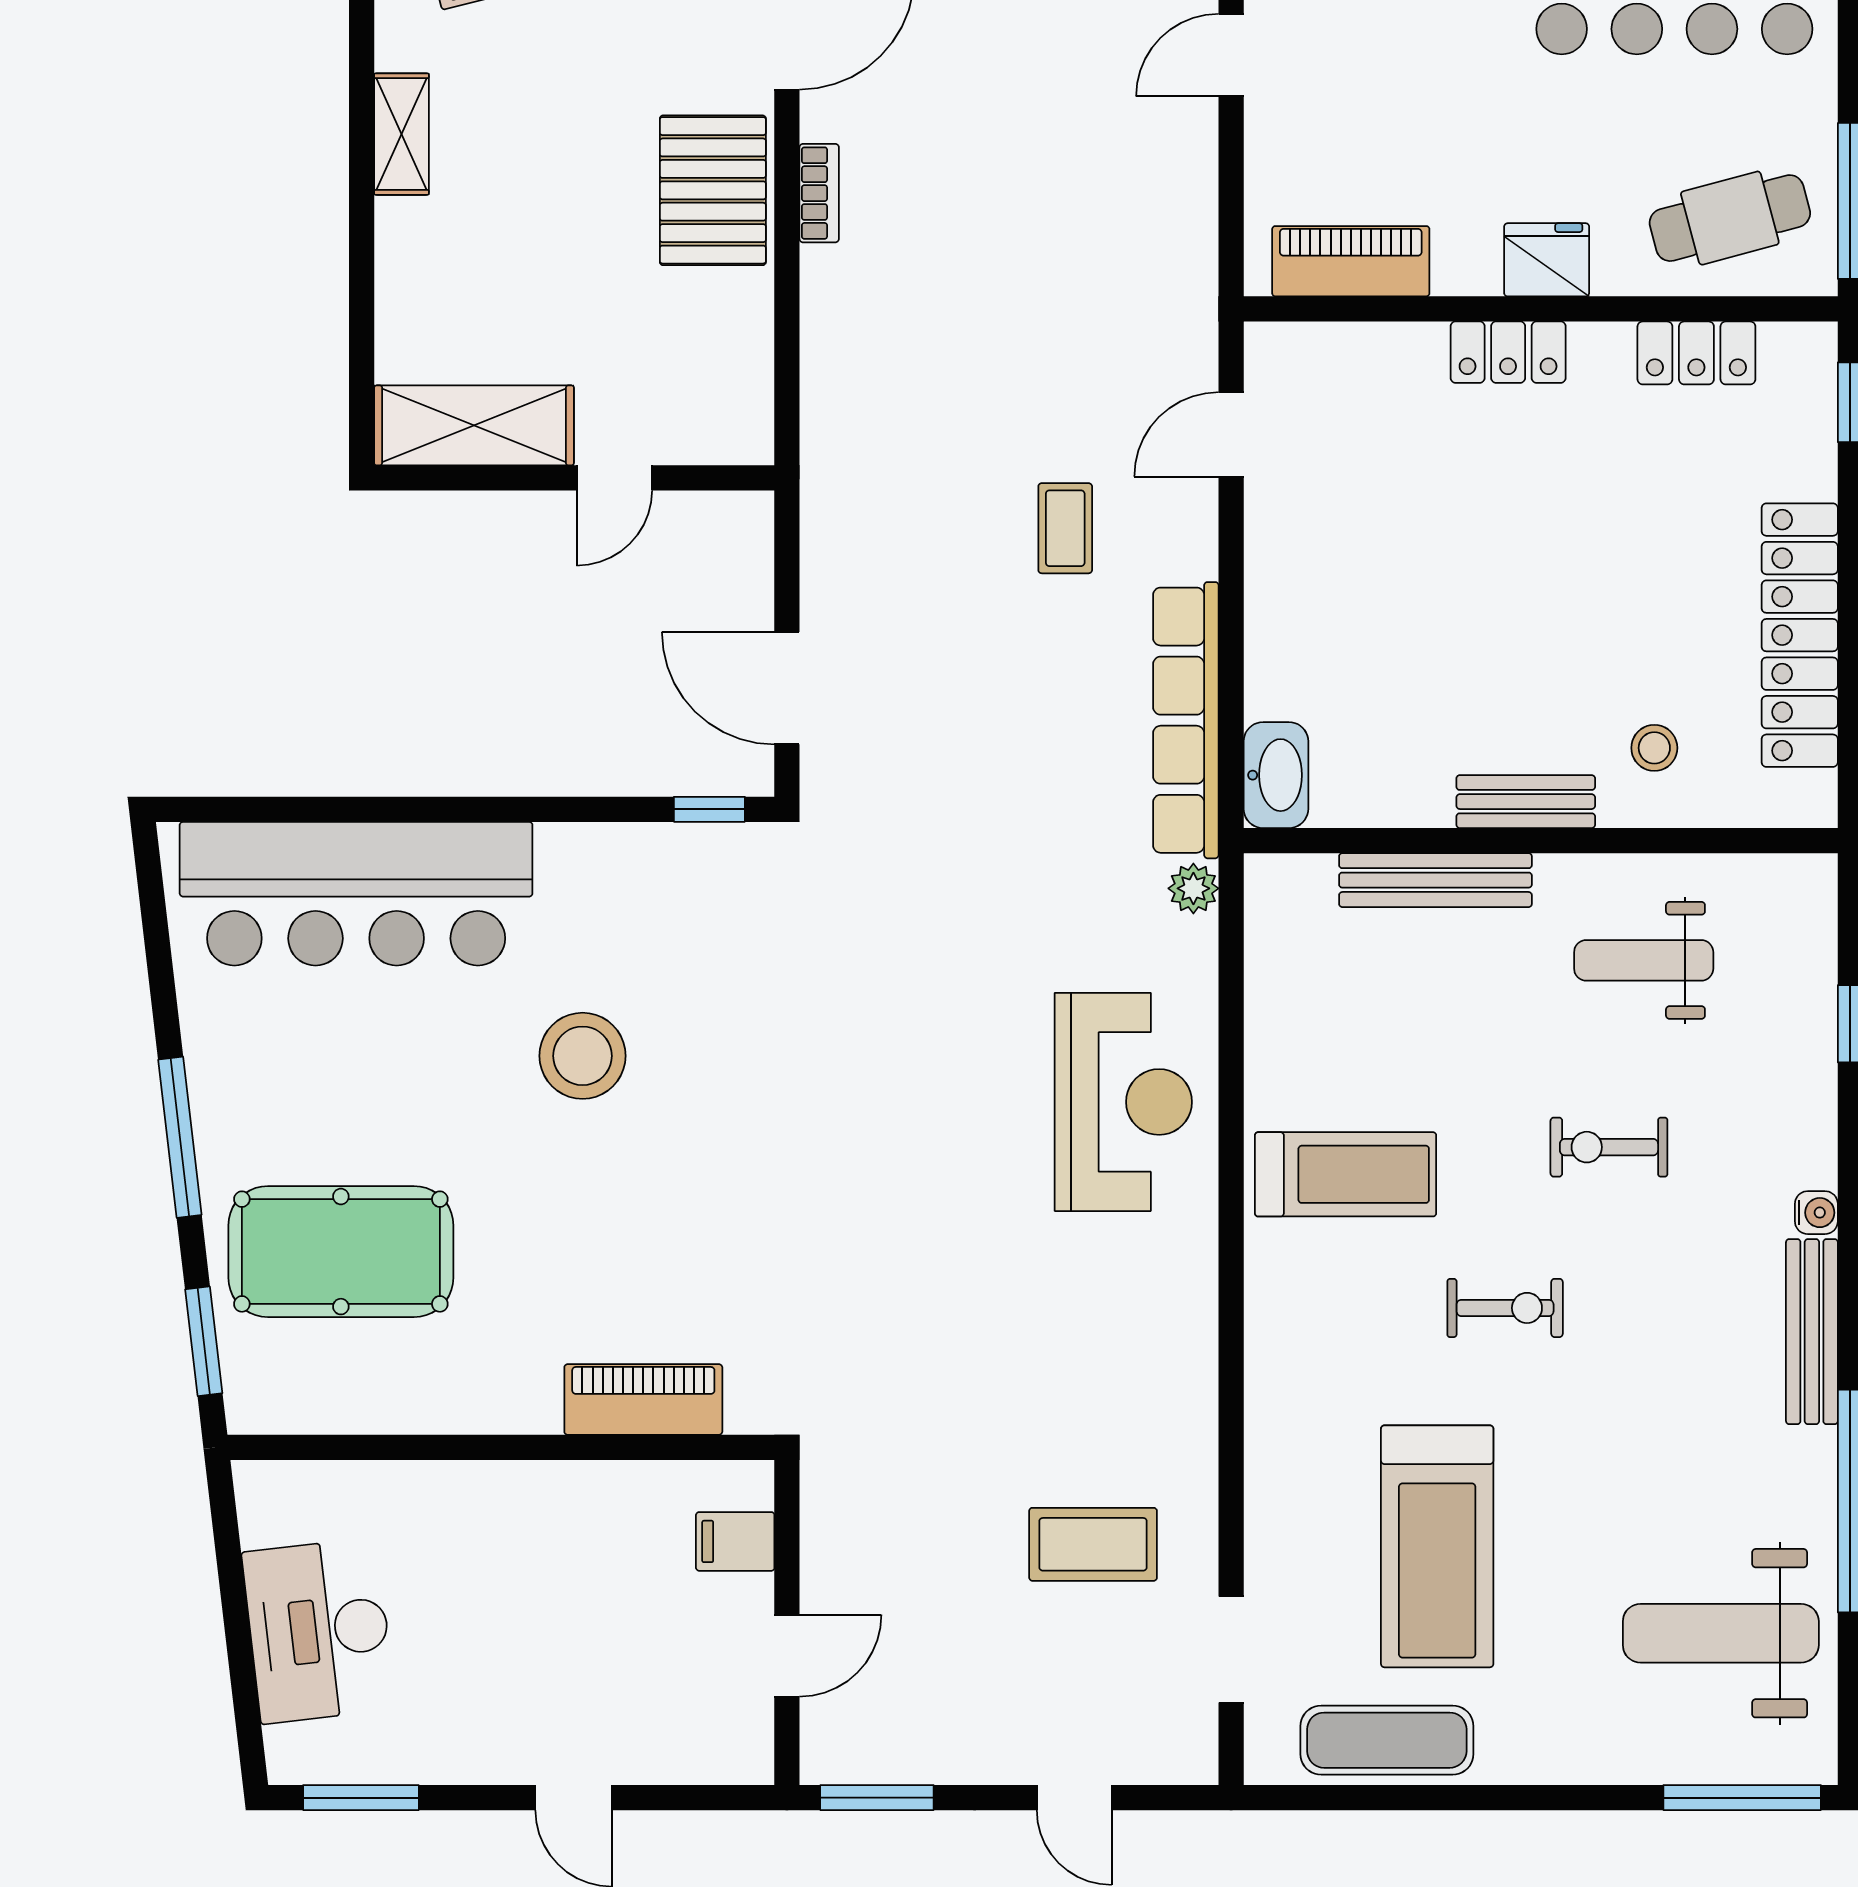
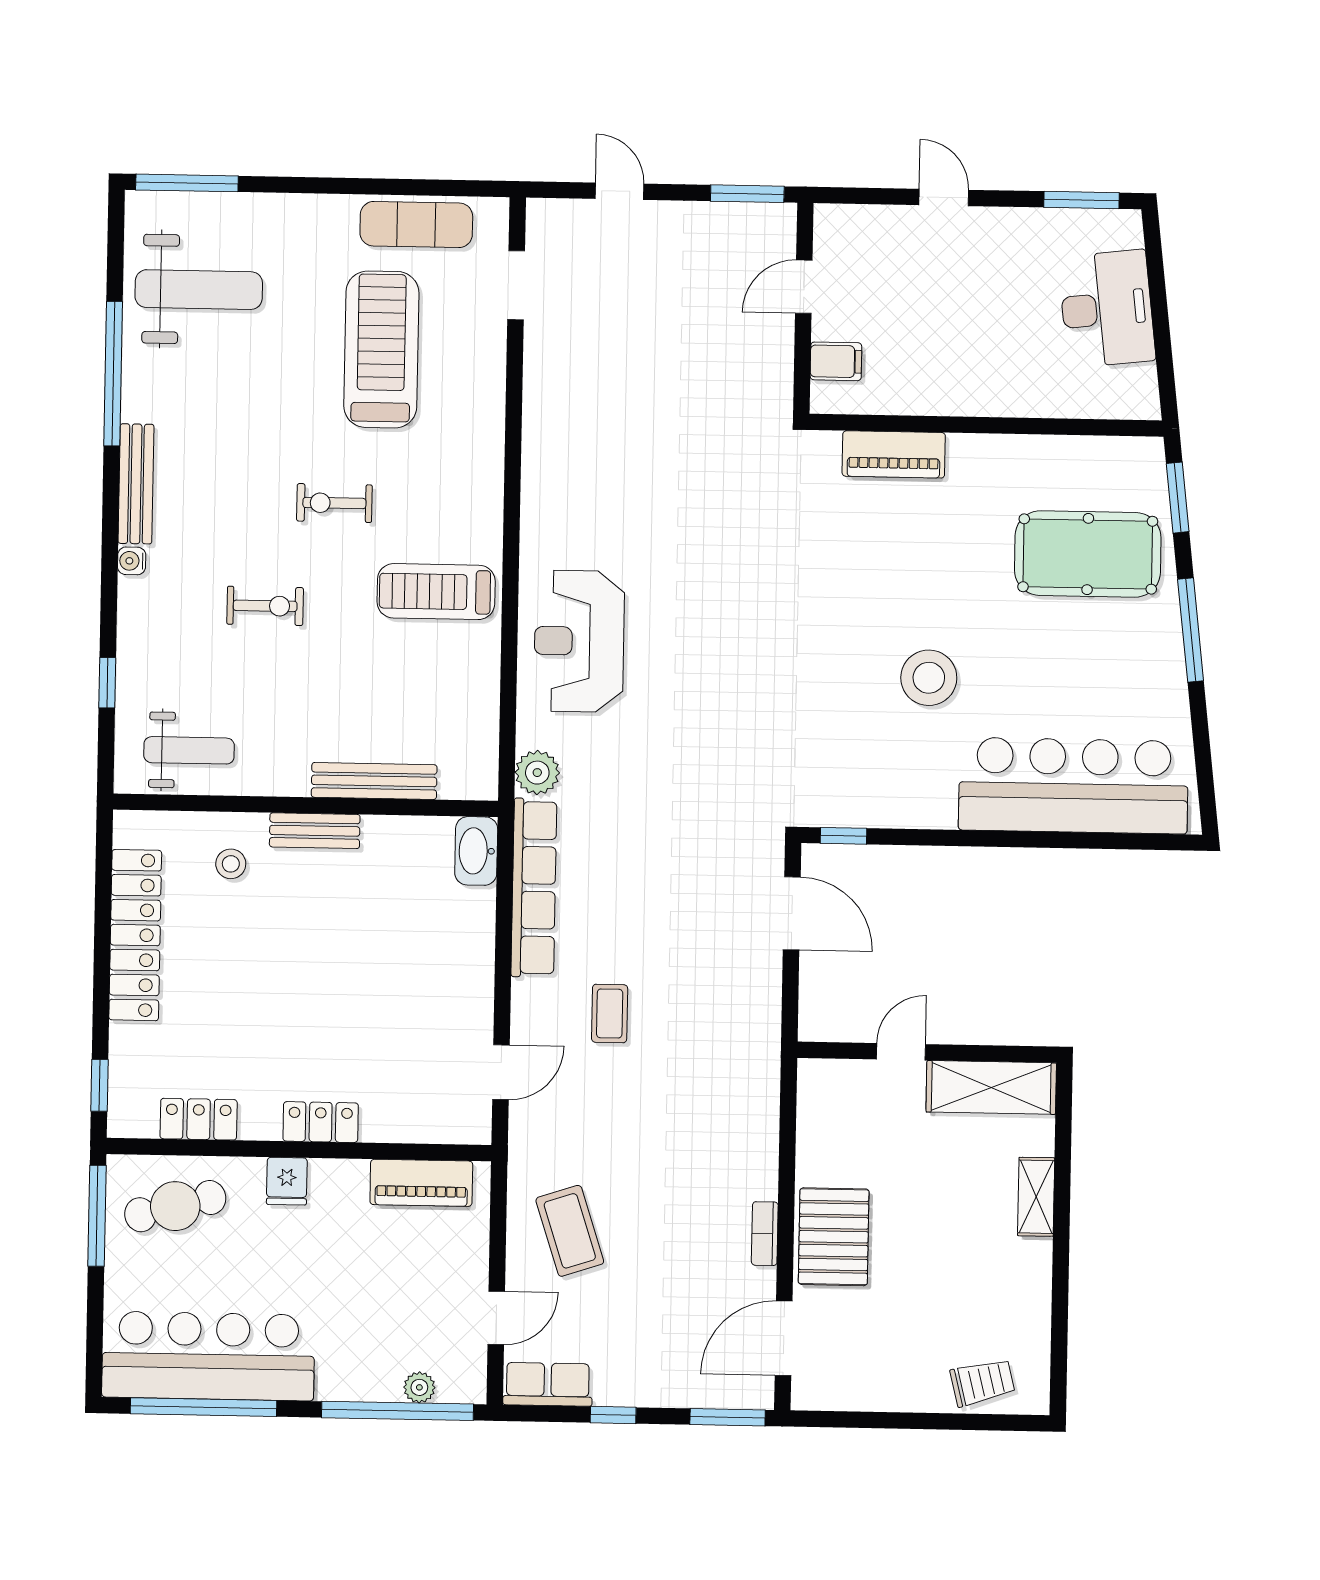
shelving: (401, 134) -> (1036, 1197), moved
fridge: (1547, 260) -> (287, 1181), width x0.72
plant: (1193, 888) -> (537, 773), width x1.38, depth x1.38
weight bench: (1644, 960) -> (189, 750), moved
coffee table: (1093, 1544) -> (570, 1231), moved, turned 72

